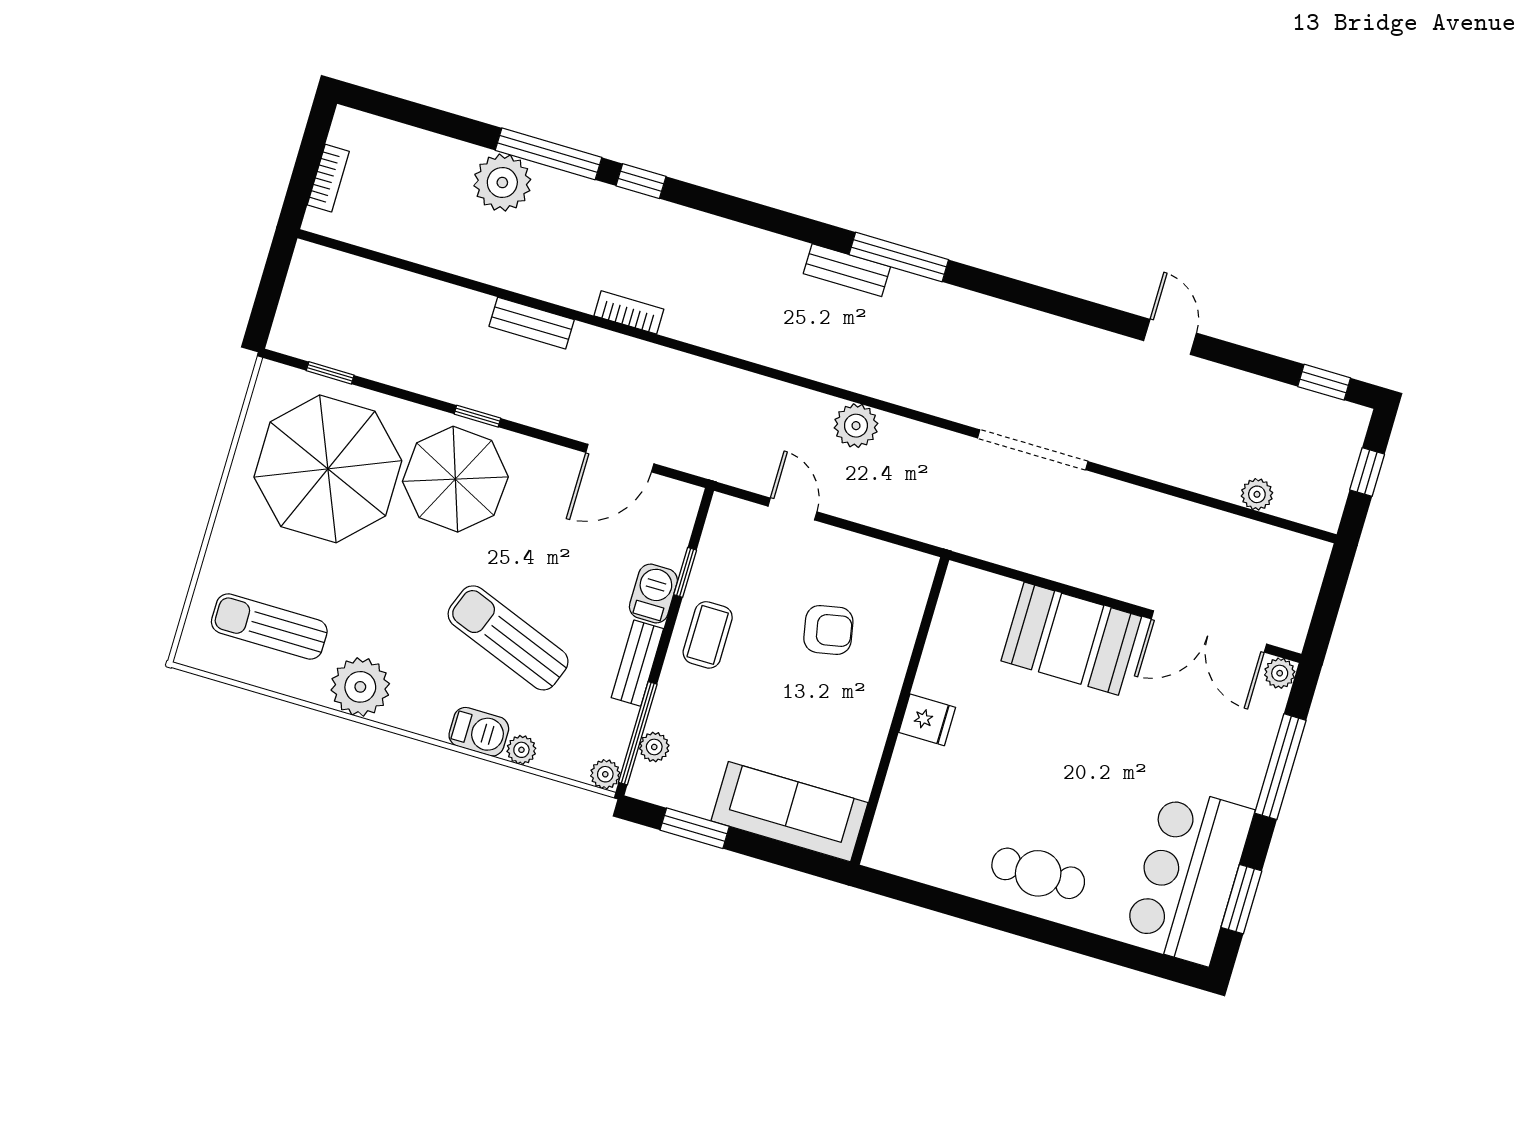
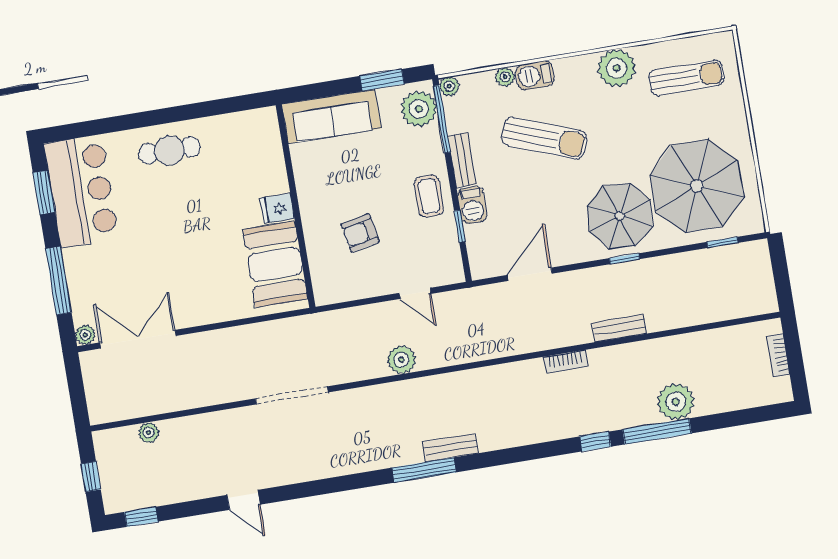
booth: (1071, 639) -> (275, 264), moved, turned 90
plant: (654, 747) -> (419, 109), width x1.88, depth x1.88

